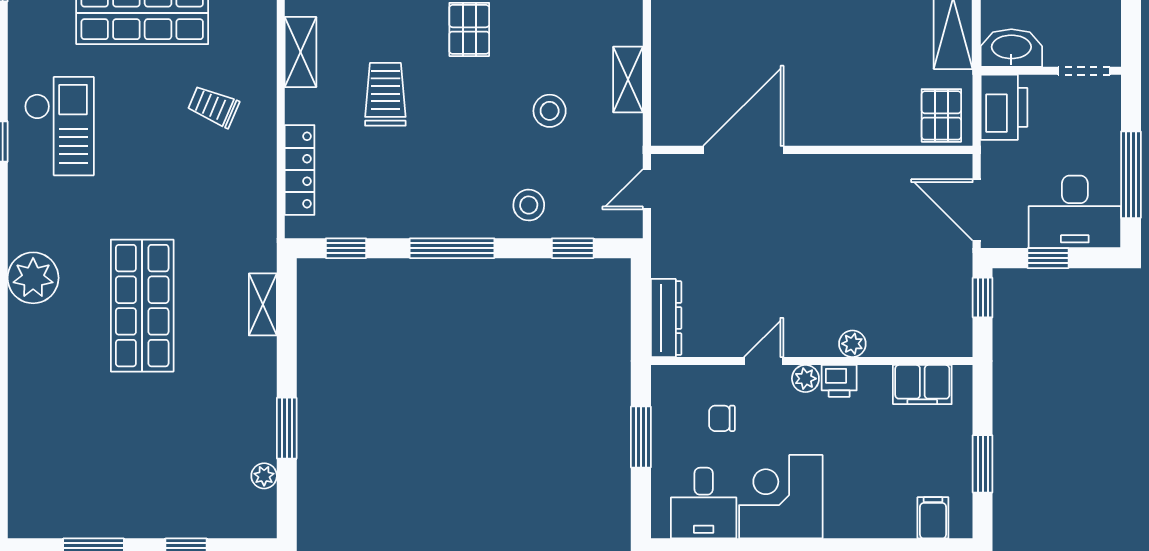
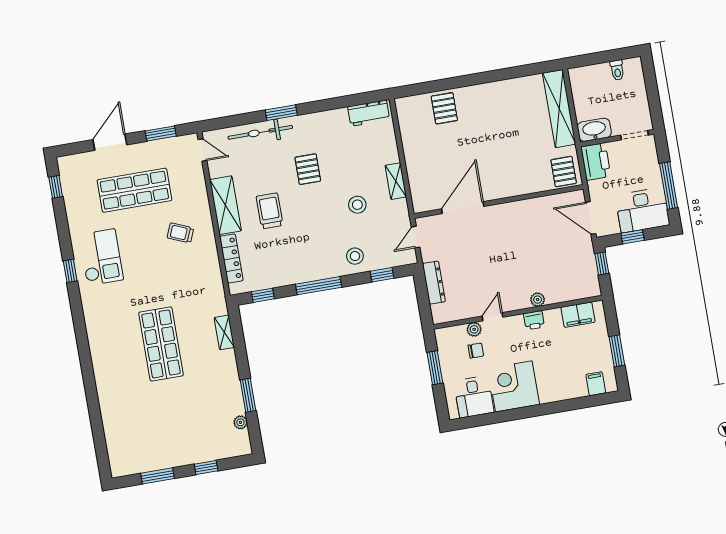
shelving: (301, 52) -> (226, 205), width x1.50, depth x1.33
plant: (33, 278) -> (101, 339), removed
dresser: (666, 318) -> (434, 283), moved
plant: (805, 379) -> (474, 329), moved
chair: (722, 418) -> (476, 351), turned 180

